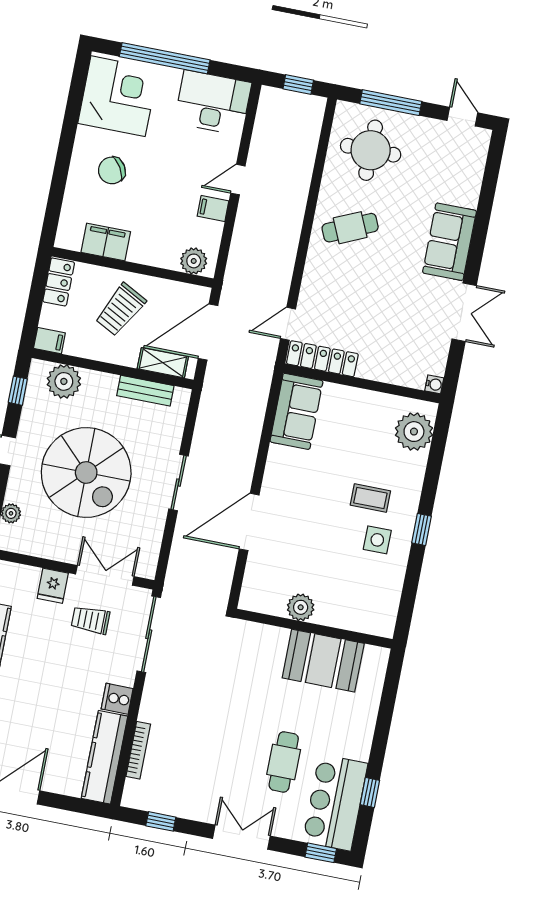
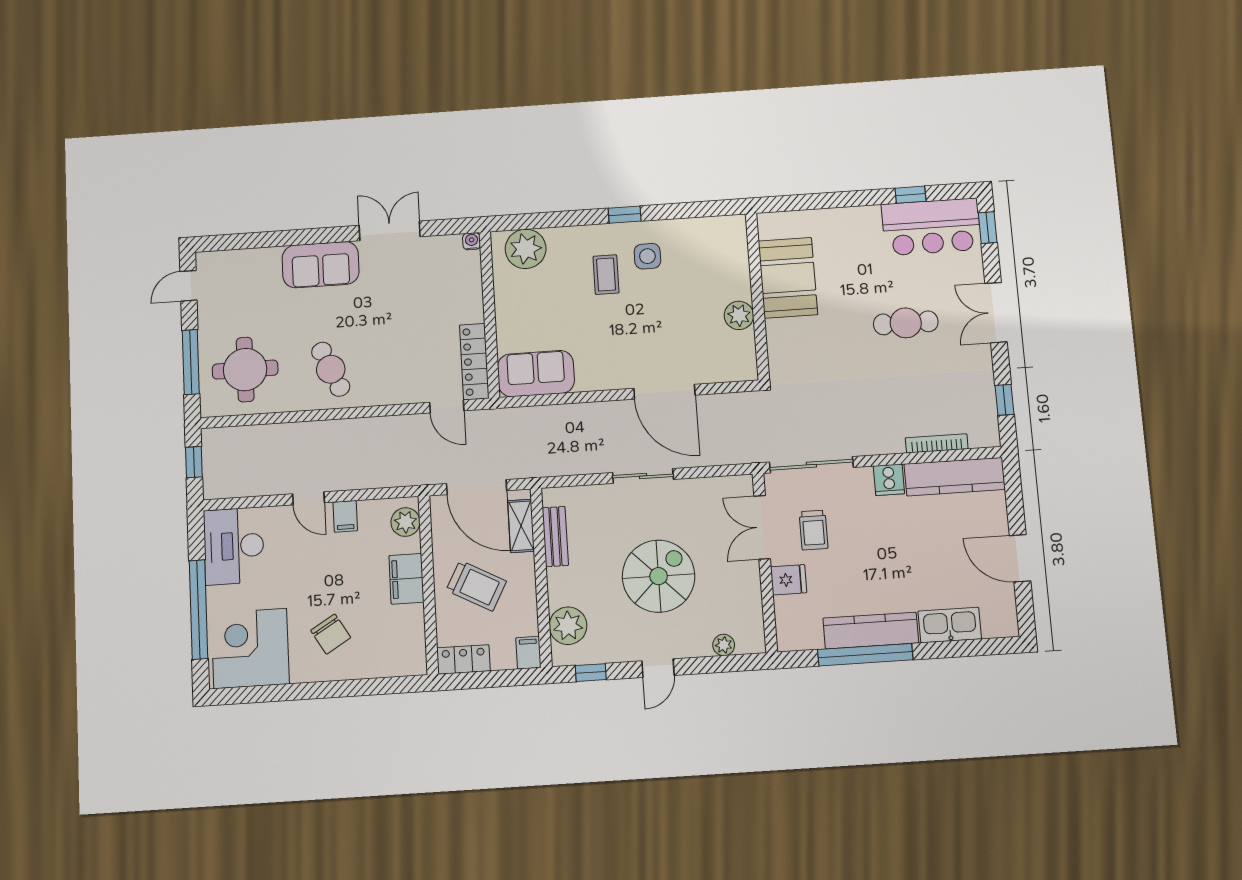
filing cabinet: (106, 242) -> (406, 579), moved
spiral stairs: (86, 473) -> (659, 576), width x0.73, depth x0.73
cafe table: (284, 762) -> (906, 323), moved

